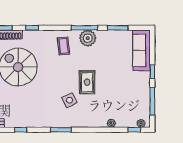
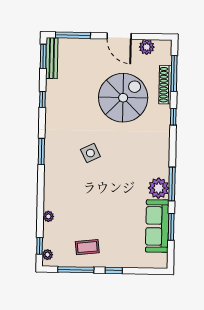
coffee table: (63, 46) -> (87, 247), moved
sofa: (141, 50) -> (157, 226), moved, turned -90
rug: (87, 82) -> (102, 186), removed
side table: (70, 100) -> (90, 153), moved

